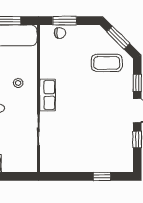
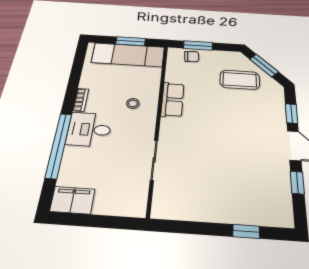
coffee table: (107, 63) -> (240, 80), moved
row of seats: (48, 95) -> (172, 99), moved

